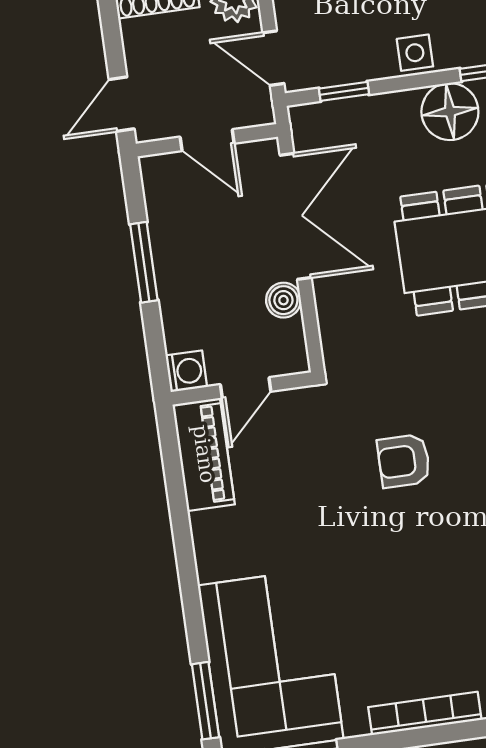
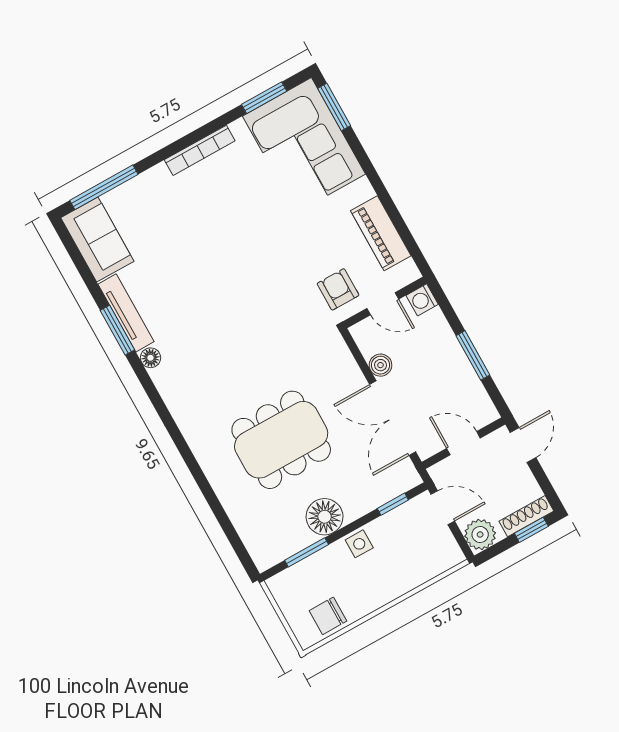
door: (246, 388) -> (383, 304), swing flipped
piano: (204, 454) -> (381, 233), moved
armchair: (404, 461) -> (338, 289), moved, turned -90

